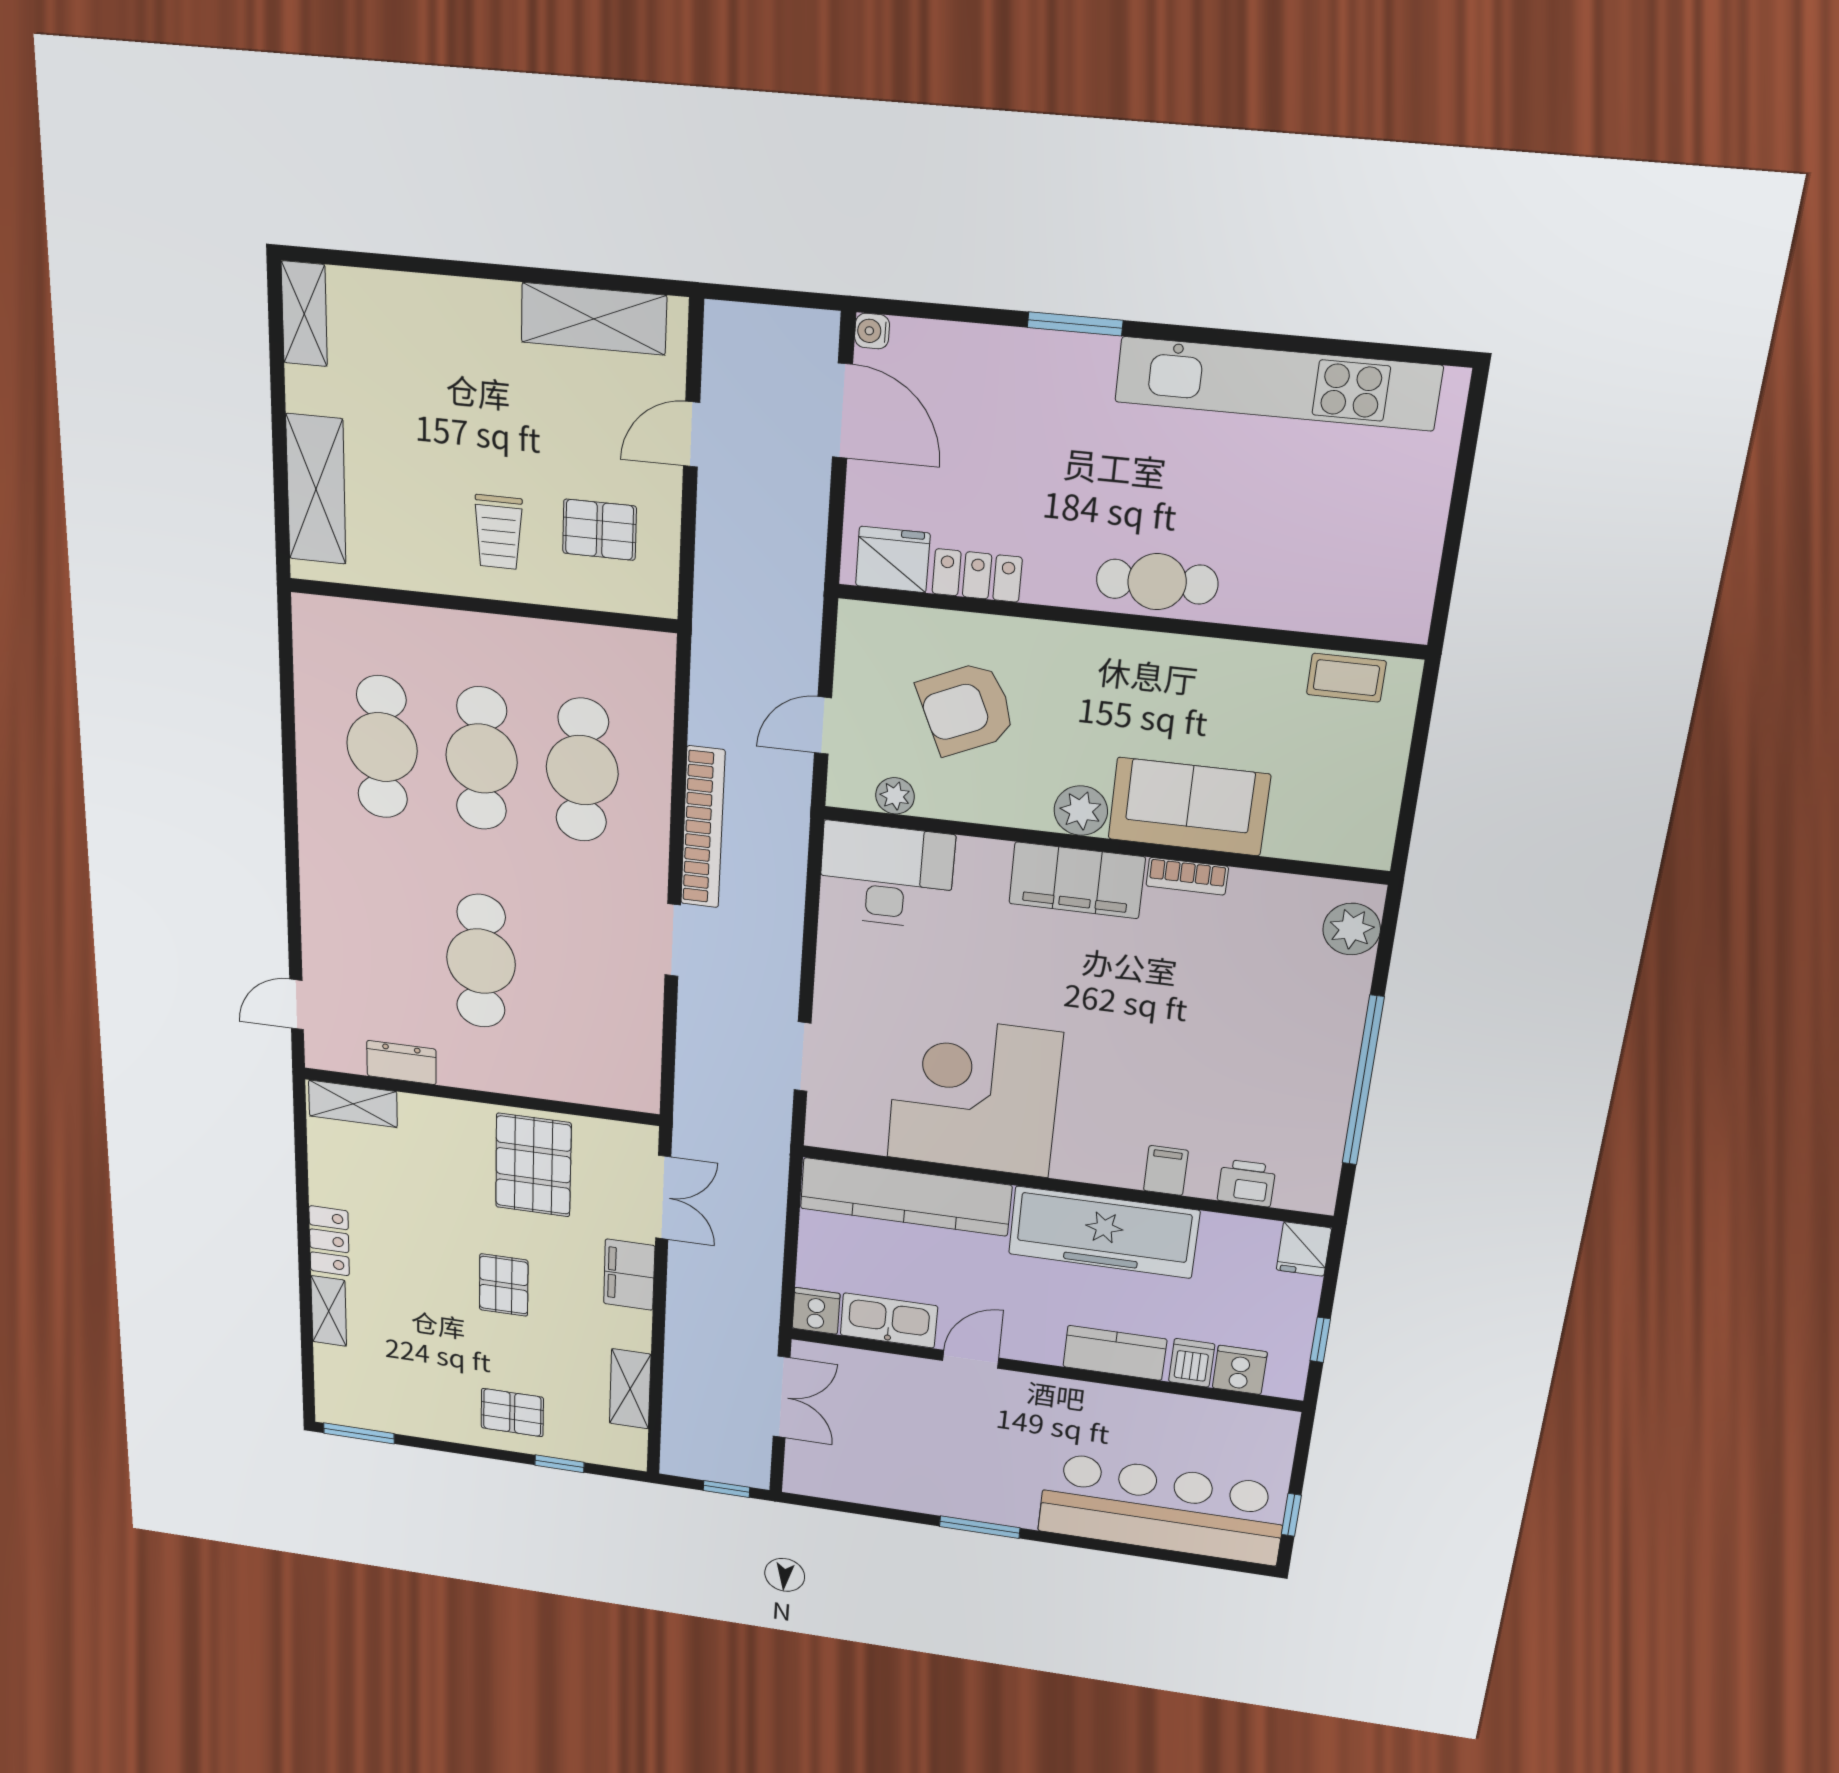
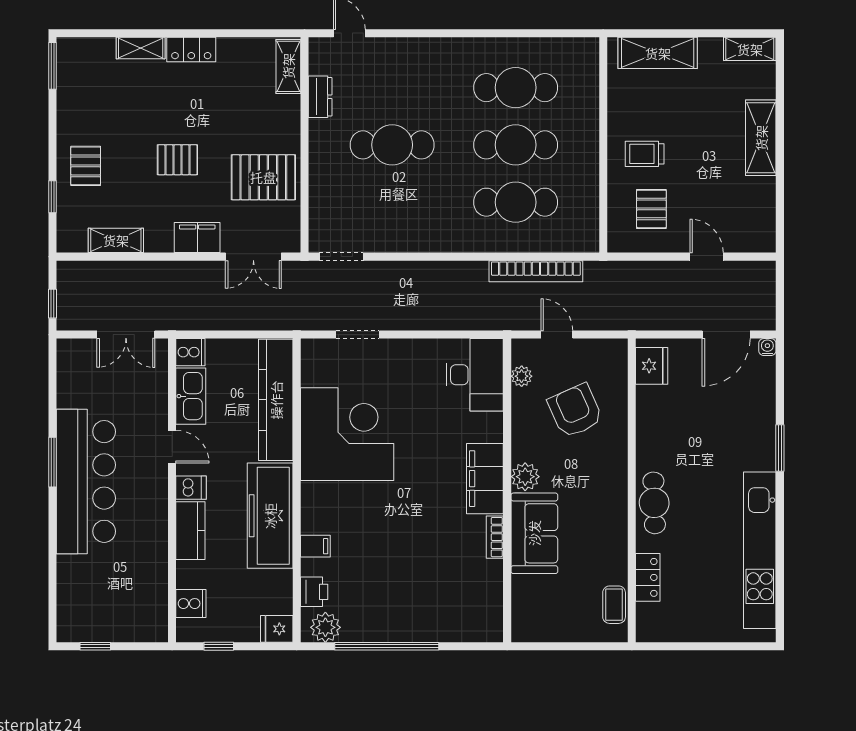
shelving: (594, 319) -> (761, 138), moved
locker: (977, 575) -> (648, 577), moved
bookcase: (703, 827) -> (536, 271), moved
plant: (1352, 929) -> (325, 627), moved
doorway: (673, 940) -> (341, 257), moved
dishwasher: (1192, 1363) -> (191, 488), moved
bar counter: (1162, 1509) -> (86, 481), moved

